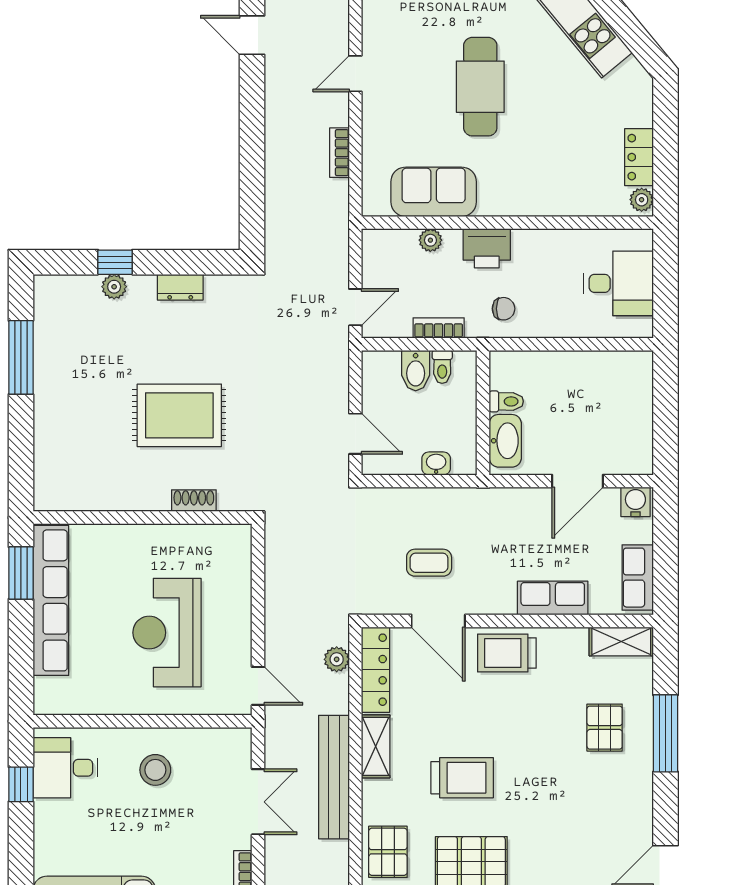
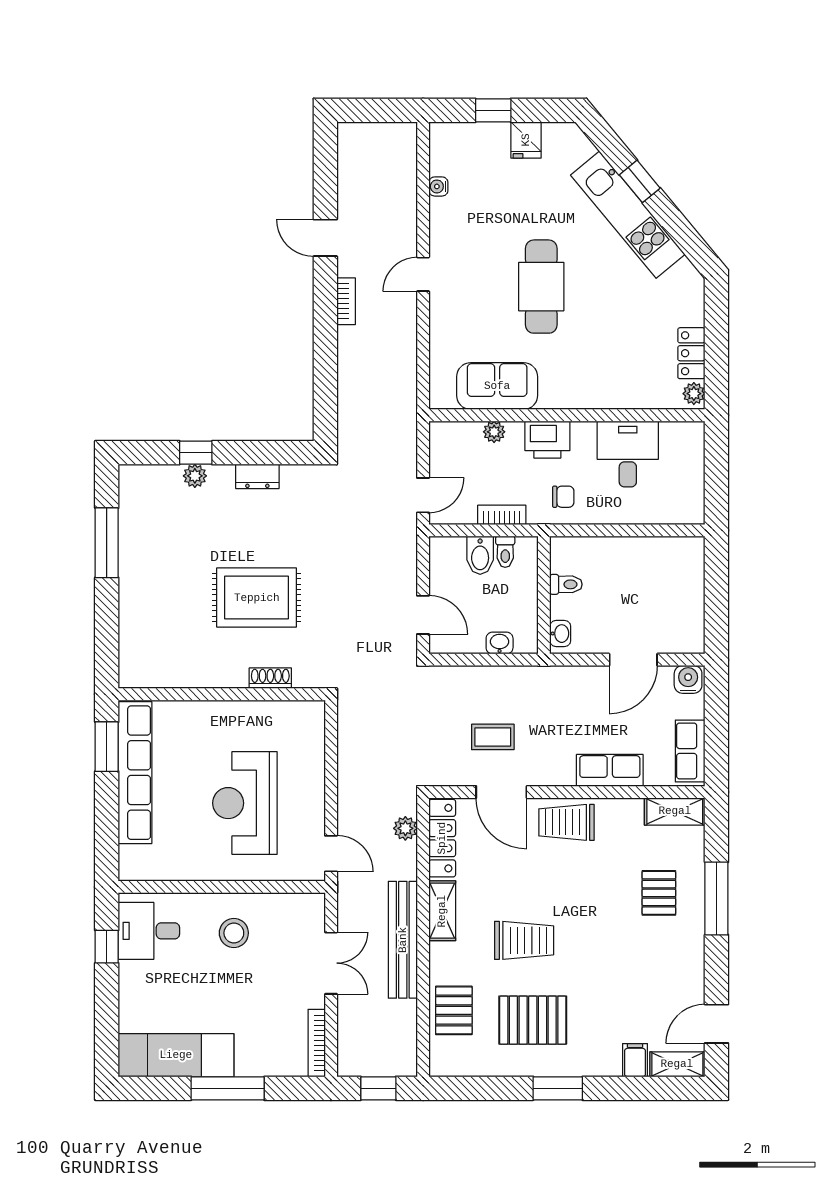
bookcase: (339, 153) -> (346, 301), moved, turned 180
desk: (618, 283) -> (628, 454), moved, turned -90
washbasin: (505, 441) -> (560, 634), width x0.52, depth x0.69

